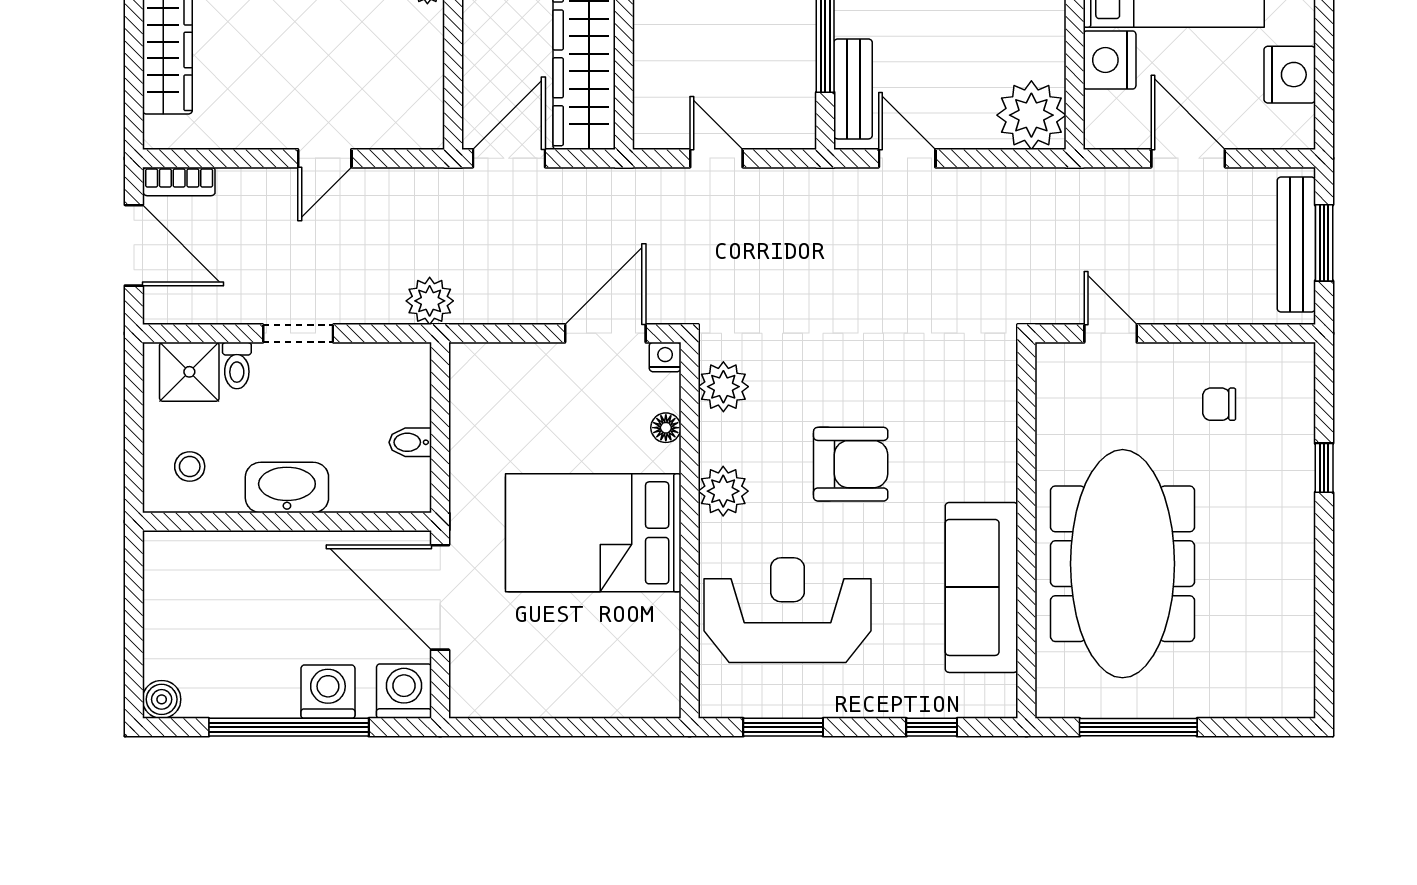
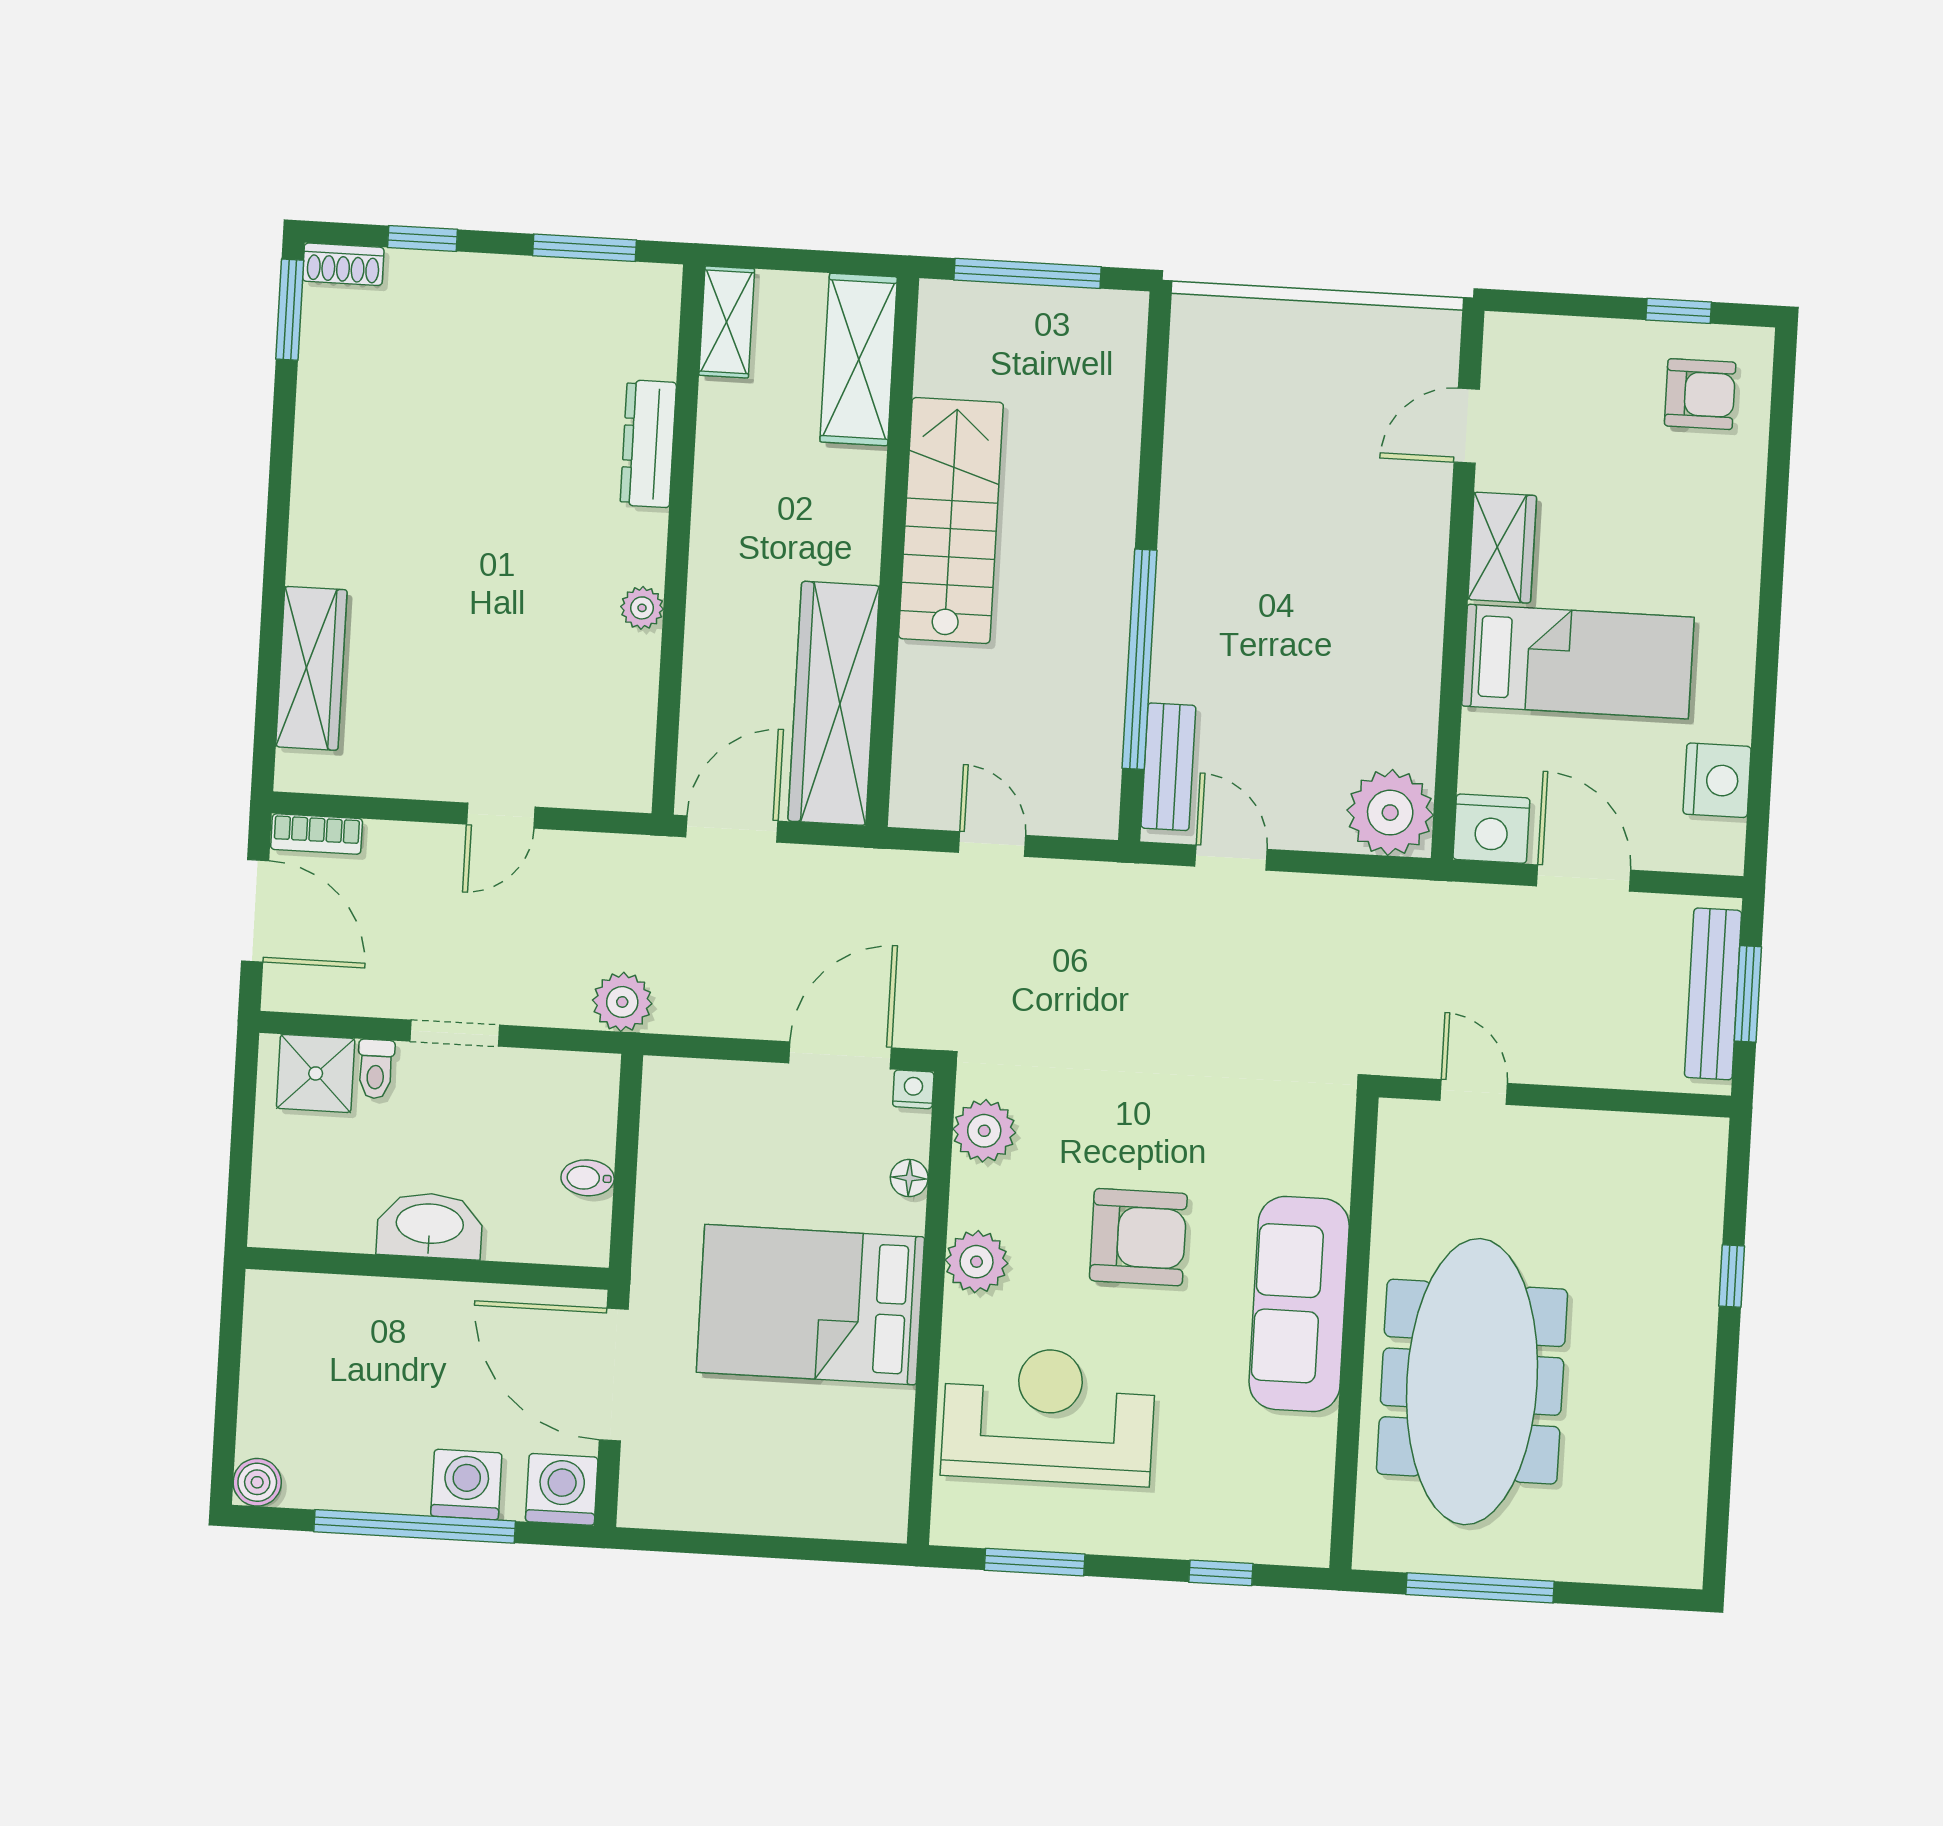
nightstand: (1110, 60) -> (1491, 829), moved, turned -90
chair: (1219, 404) -> (1605, 1189), removed
stool: (190, 466) -> (309, 1192), removed
sofa: (982, 587) -> (1299, 1304), moved

